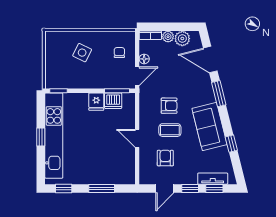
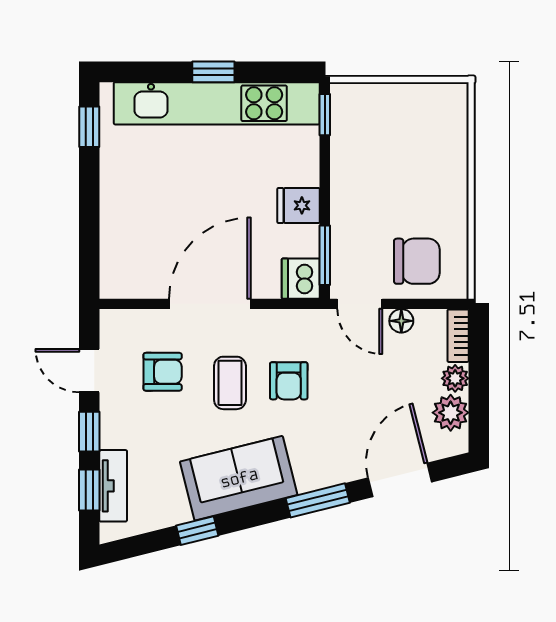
side table: (82, 53) -> (417, 171), removed
chair: (119, 53) -> (417, 261), width x1.87, depth x1.87
dishwasher: (113, 101) -> (301, 279), moved
door: (137, 138) -> (210, 304), width x1.87
window: (102, 189) -> (89, 218), removed

